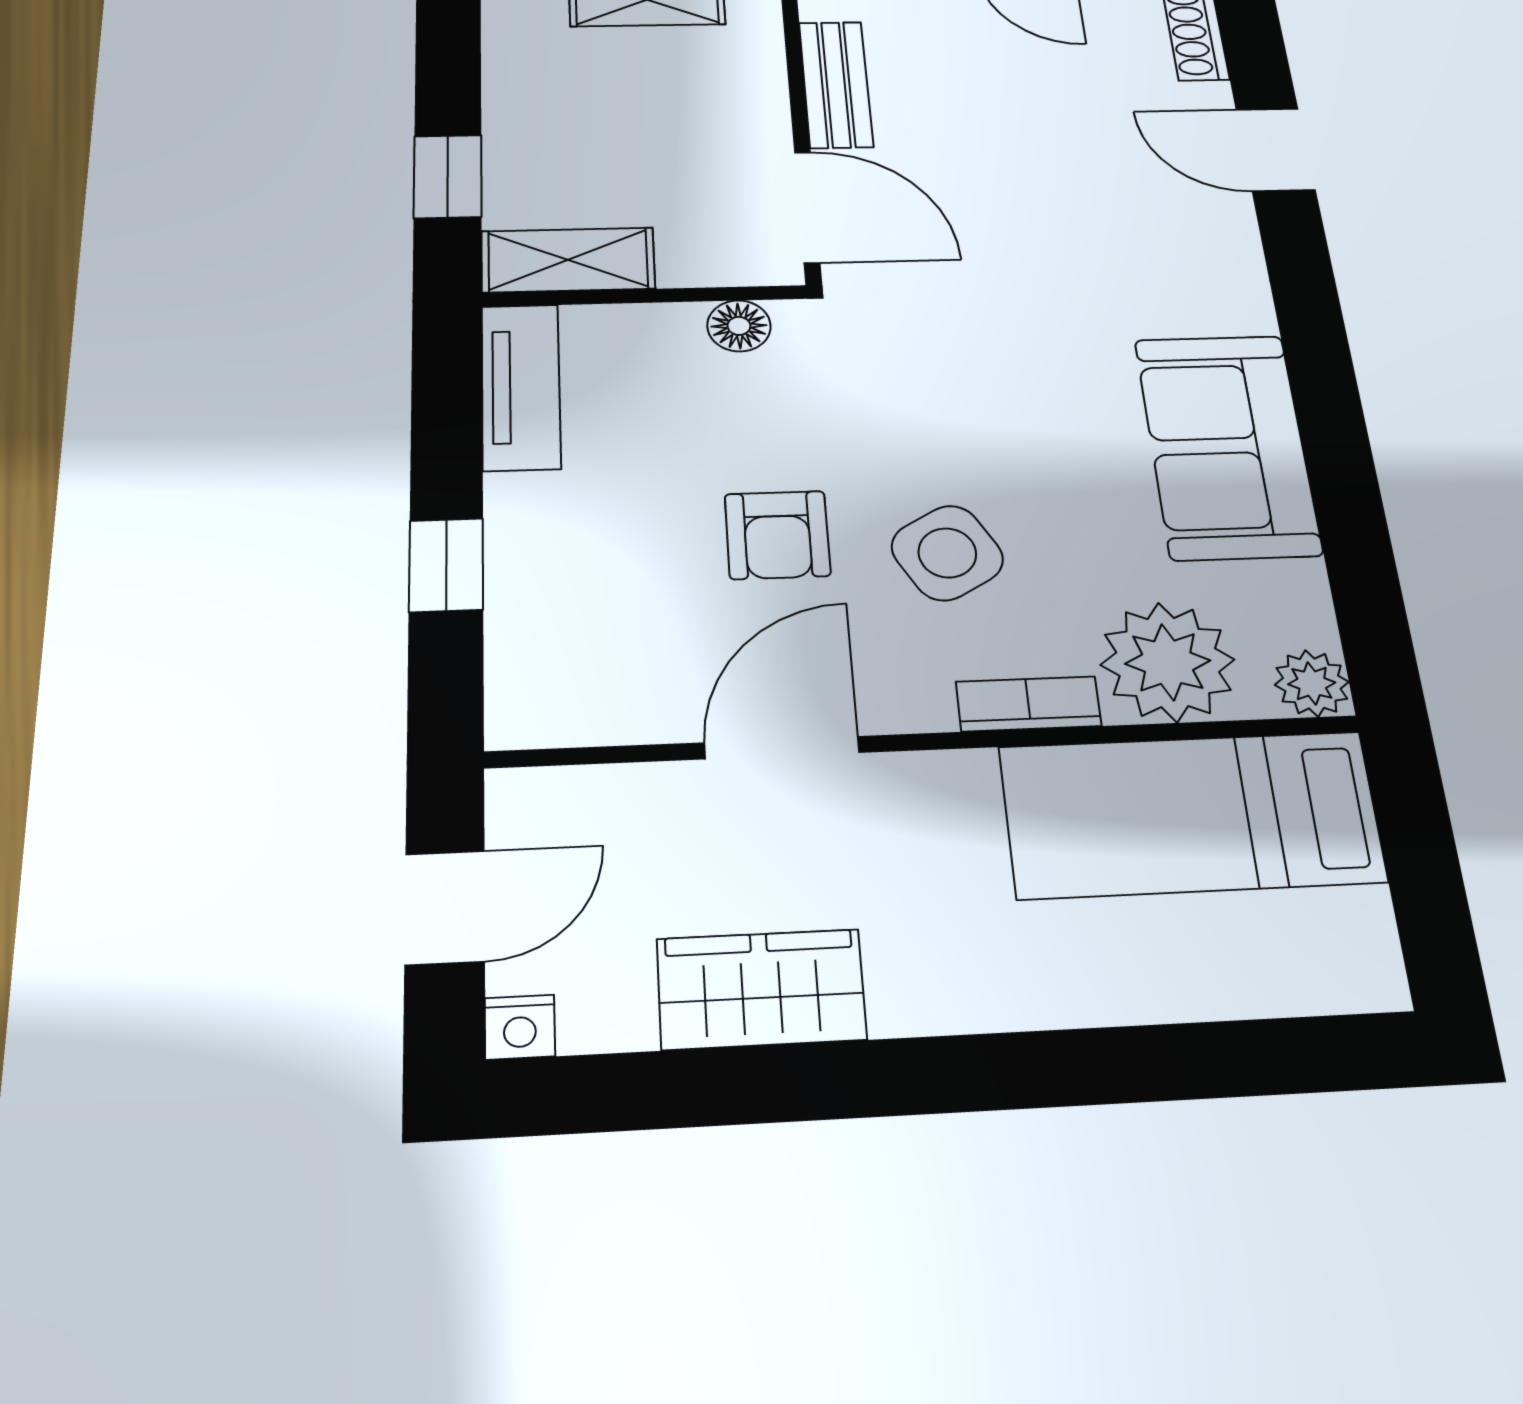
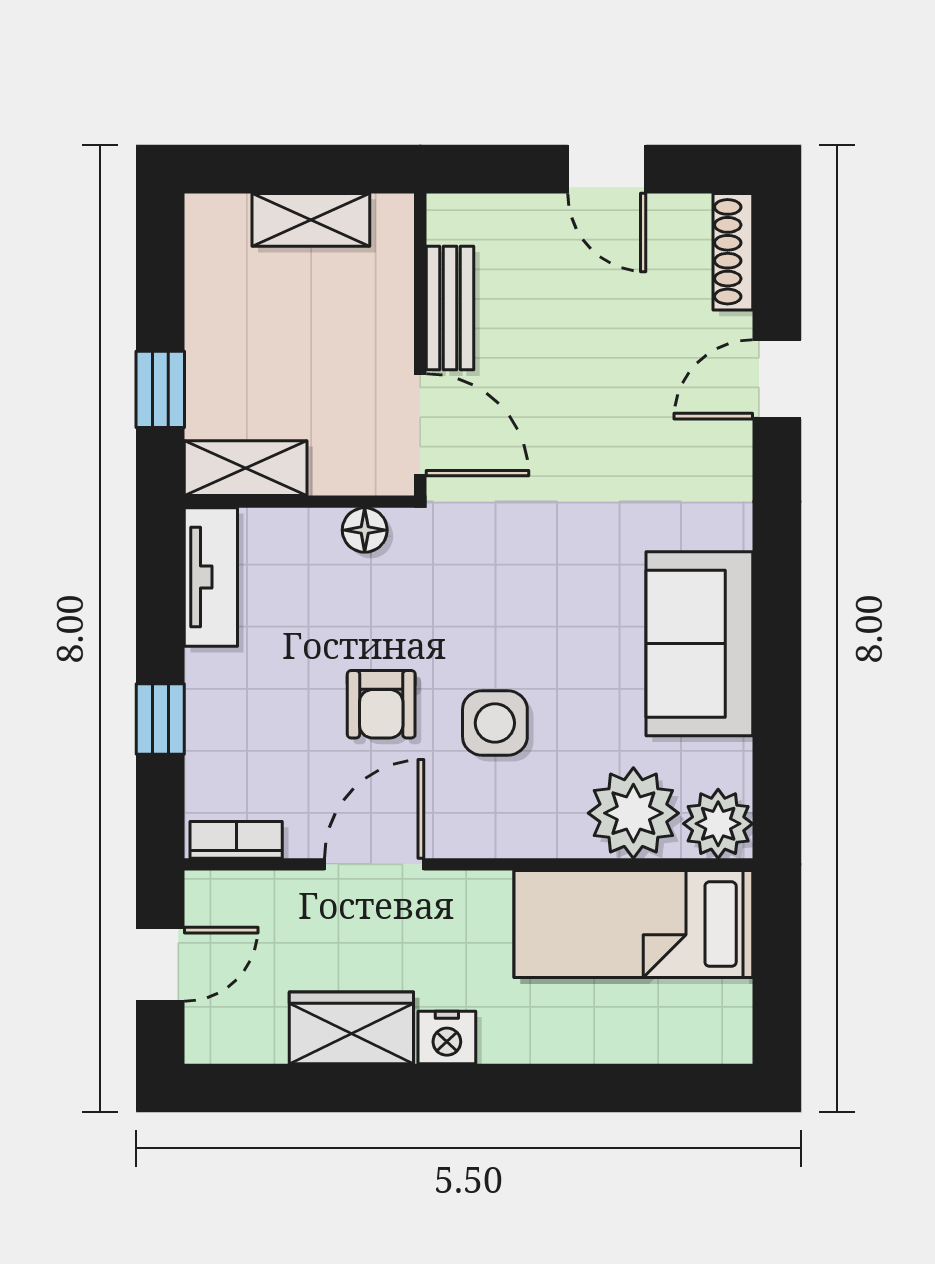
door: (1275, 150) -> (777, 379), hinge flipped
side table: (947, 553) -> (495, 723), turned 30
plant: (1312, 683) -> (718, 824), width x1.38, depth x1.38
bookcase: (1029, 704) -> (236, 840), moved
nightstand: (520, 1027) -> (447, 1037), moved, width x1.39, depth x1.35

